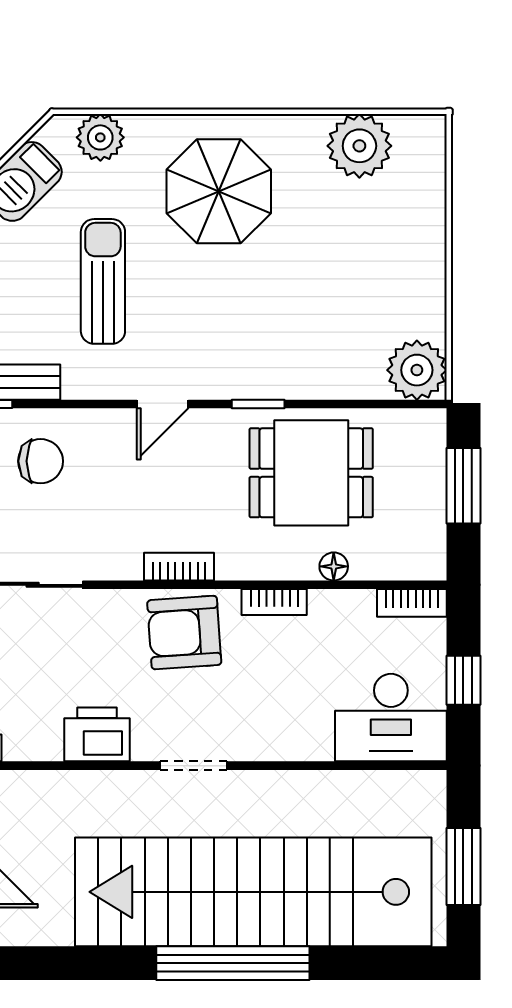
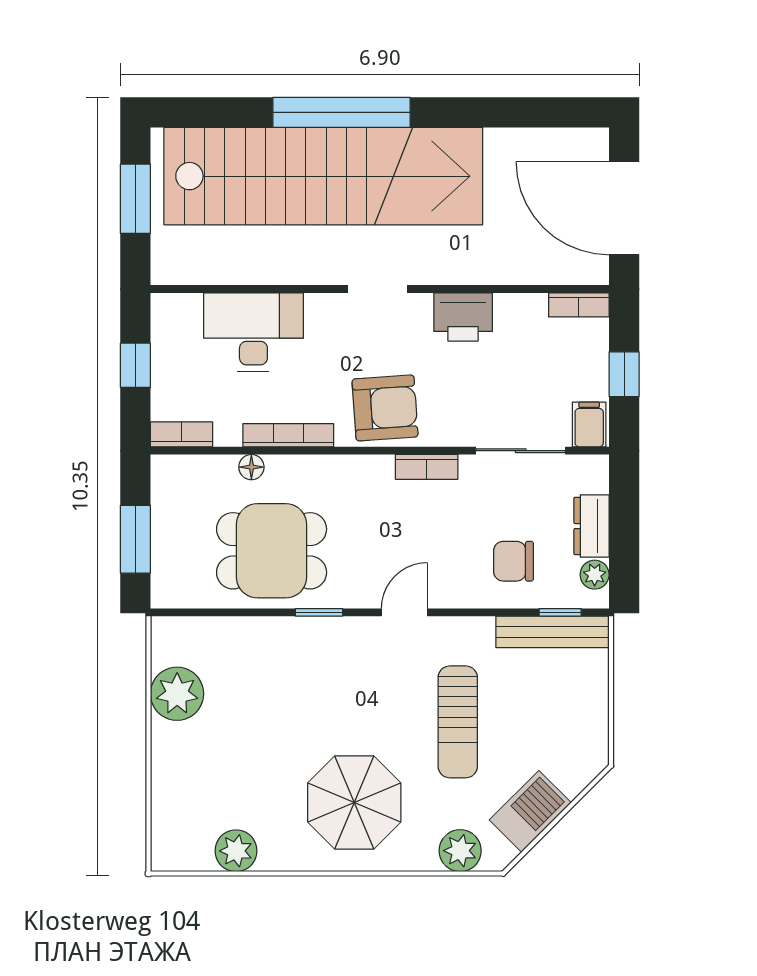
plant: (359, 146) -> (236, 851), width x0.73, depth x0.73
plant: (417, 370) -> (177, 694), moved
bookcase: (179, 567) -> (427, 467), moved
bookcase: (274, 602) -> (288, 435), width x1.56
desk: (391, 718) -> (253, 332), moved

